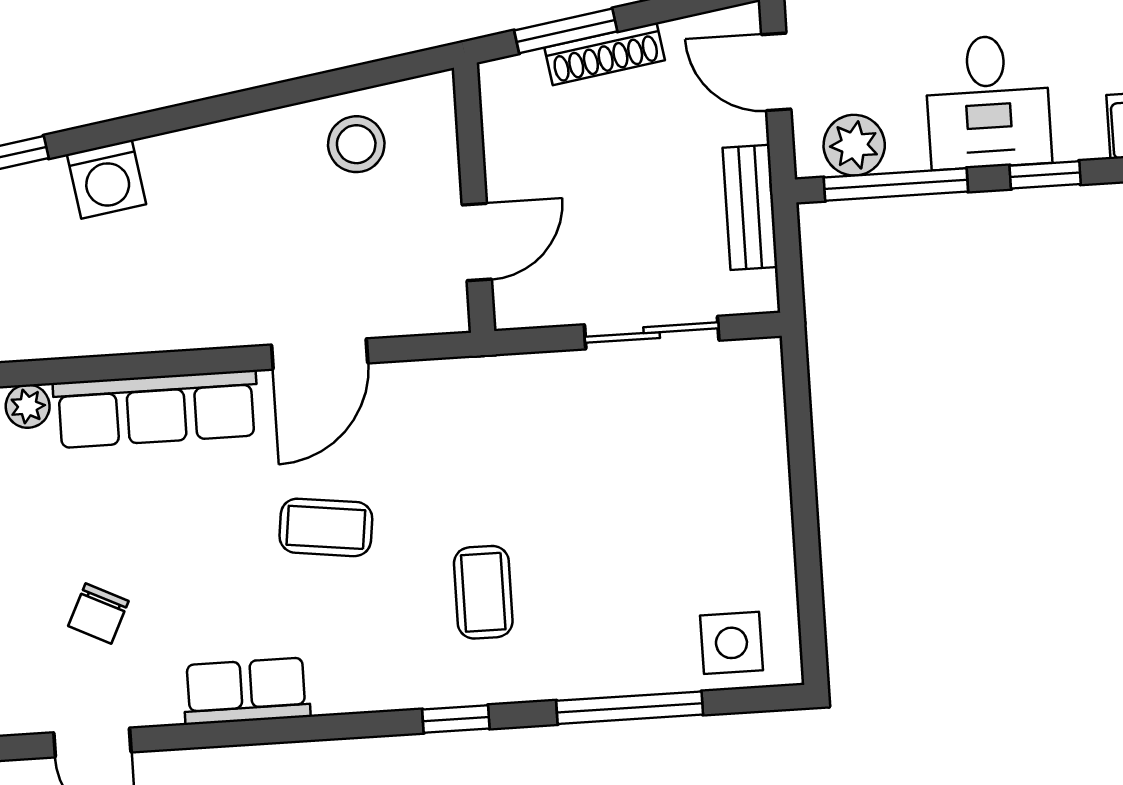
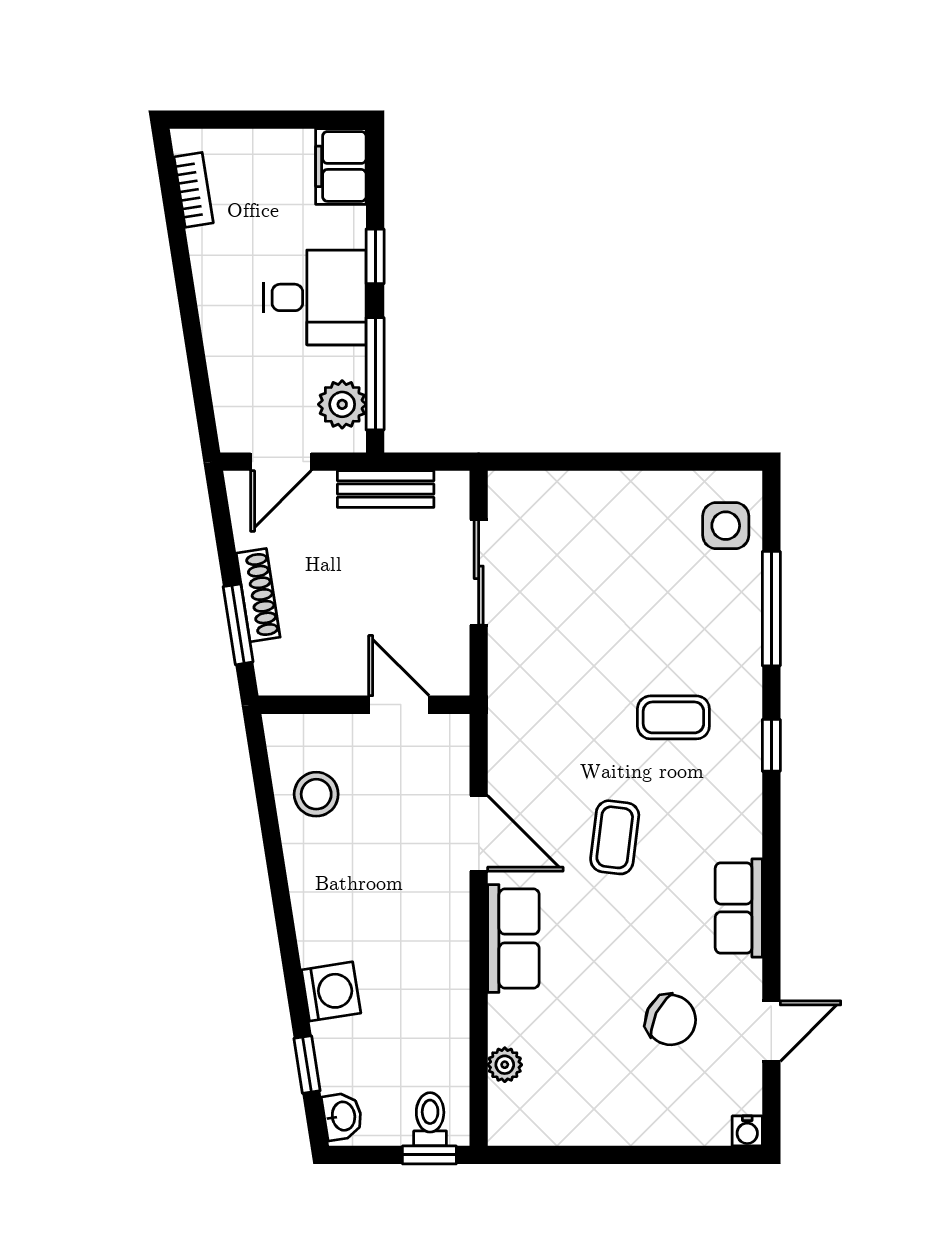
row of seats: (156, 409) -> (513, 938), width x0.68
chair: (98, 614) -> (671, 1020), width x1.37, depth x1.37

